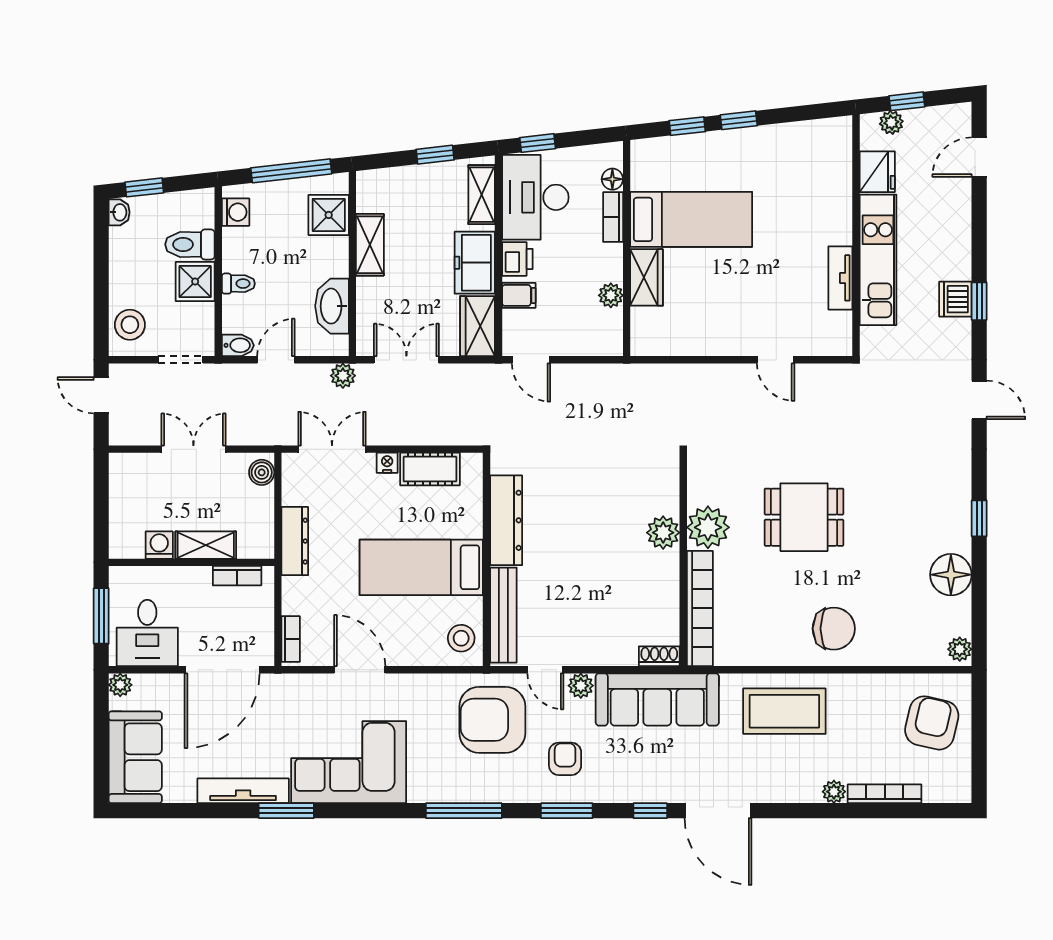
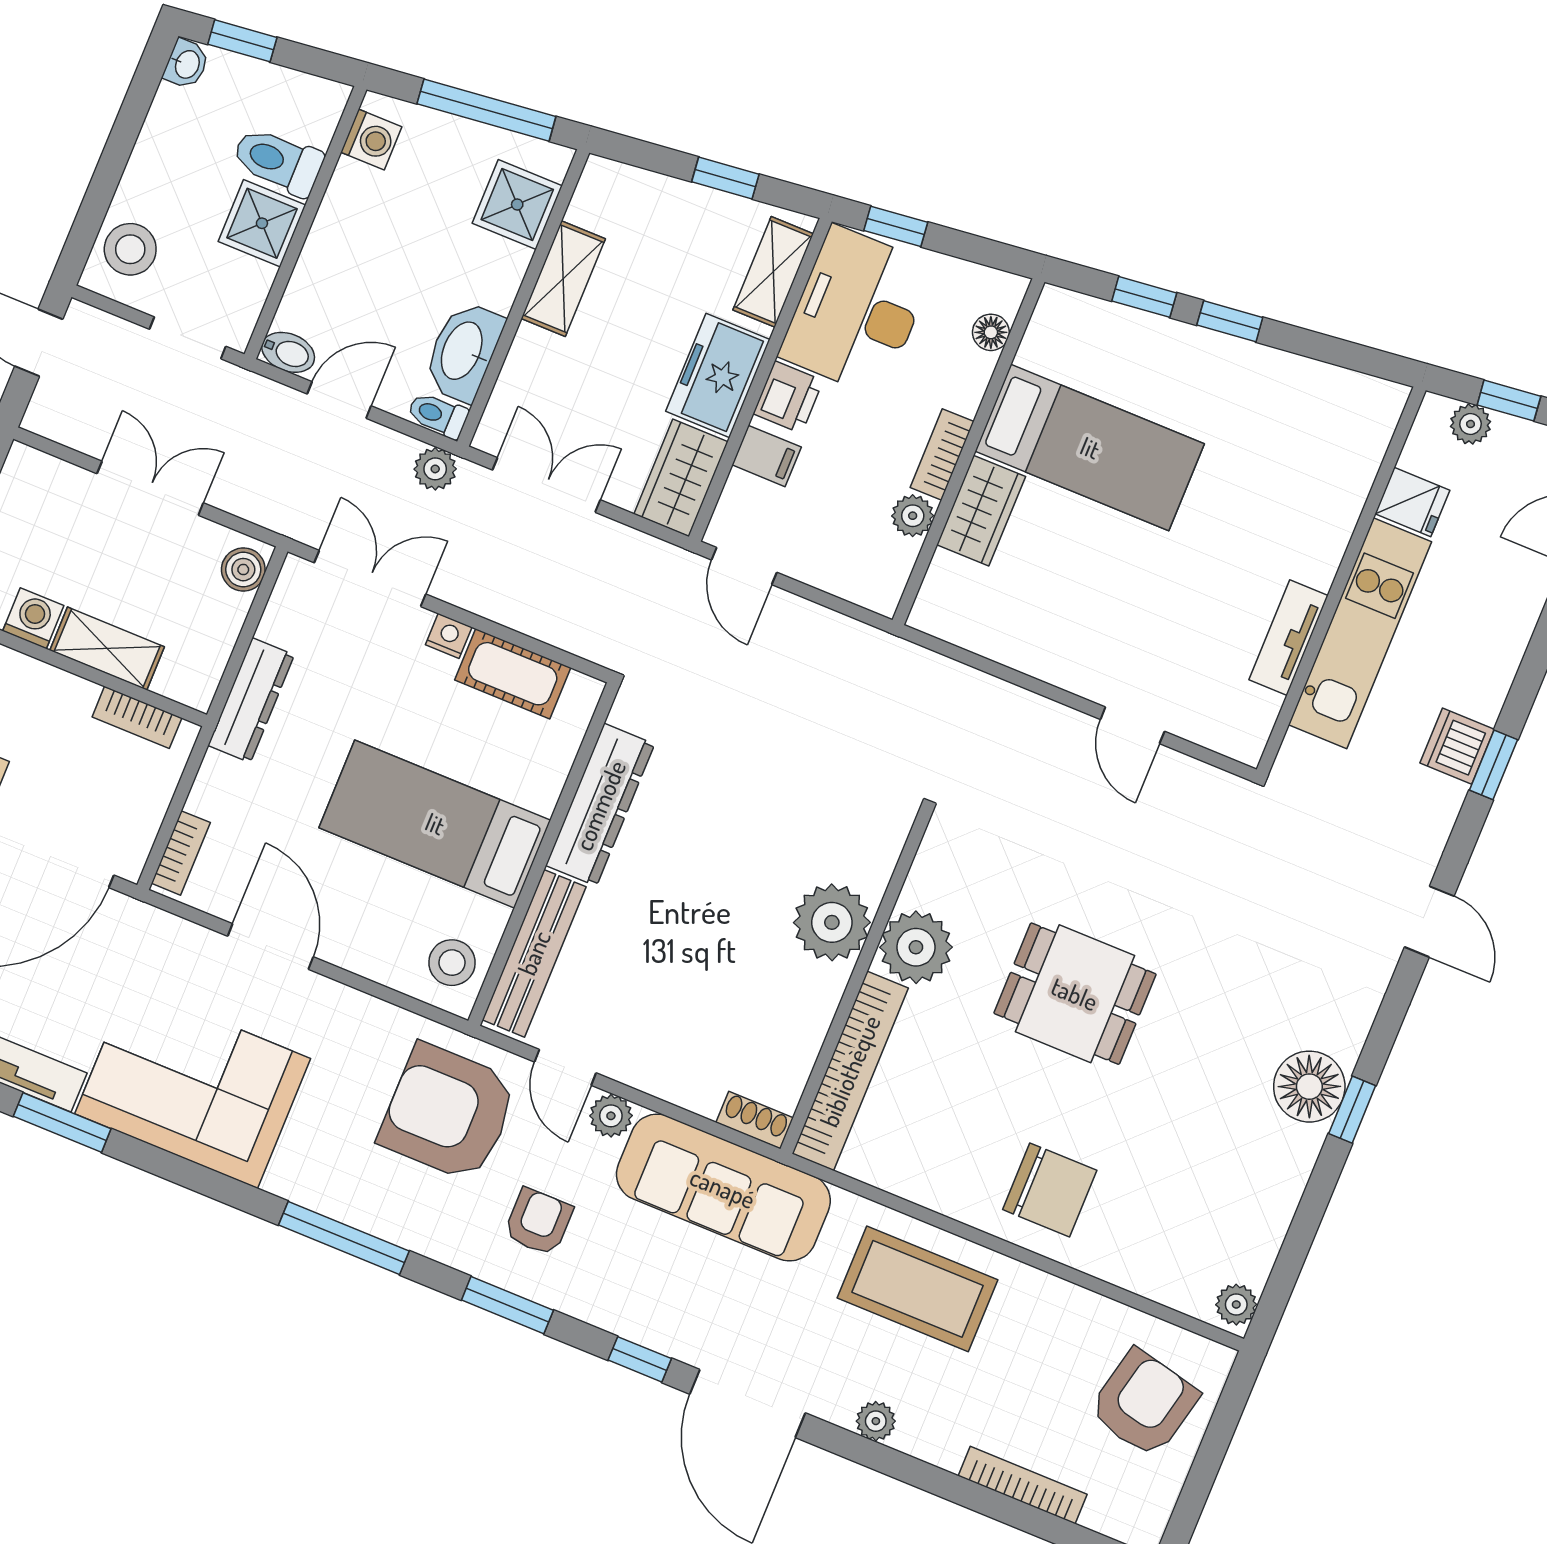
fridge: (877, 172) -> (1412, 502), width x0.72
bookcase: (613, 217) -> (942, 455), moved
toilet: (238, 284) -> (438, 415), moved, turned 180
plant: (663, 533) -> (832, 922), width x1.36, depth x1.36
floor lamp: (951, 575) -> (1309, 1087), moved
plant: (834, 792) -> (876, 1421), moved

